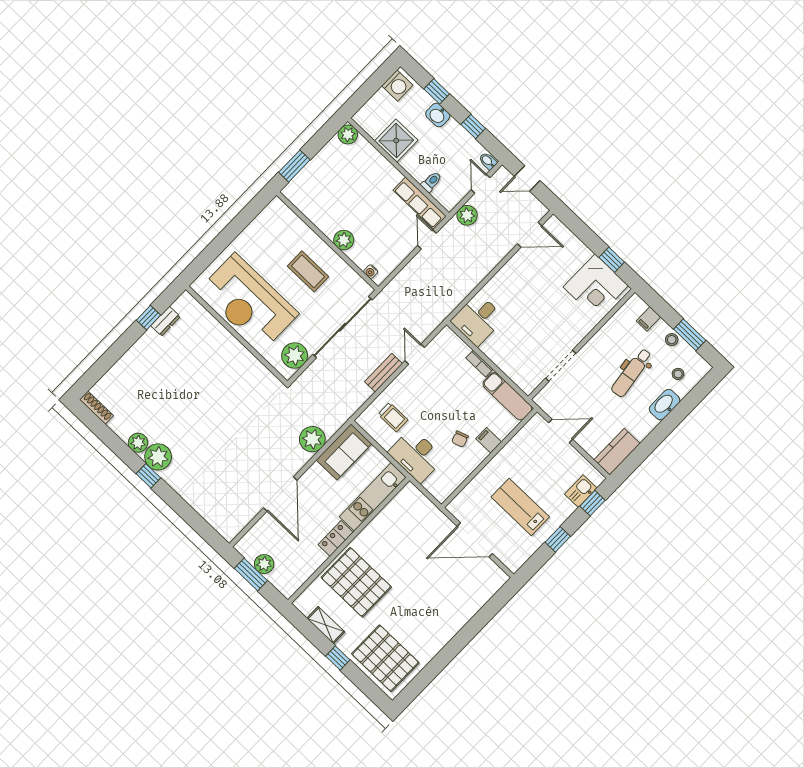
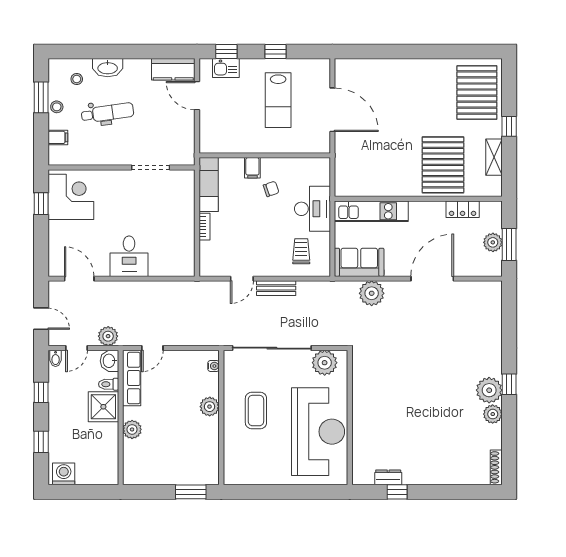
washbasin: (438, 115) -> (109, 361), moved, turned 180
plant: (348, 134) -> (132, 429), moved
shower: (396, 141) -> (103, 407), moved
desk: (478, 320) -> (129, 256), moved, turned 90
door: (561, 431) -> (197, 96), moved
locker: (336, 538) -> (463, 209), moved

